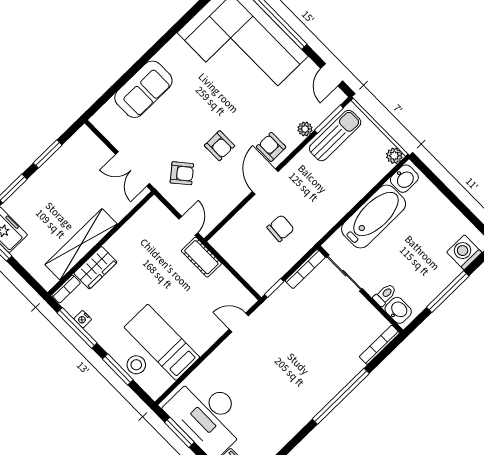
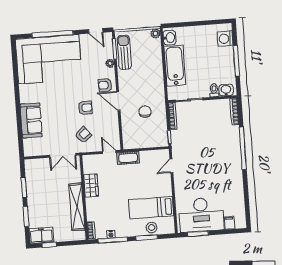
wardrobe: (95, 268) -> (91, 185), moved

